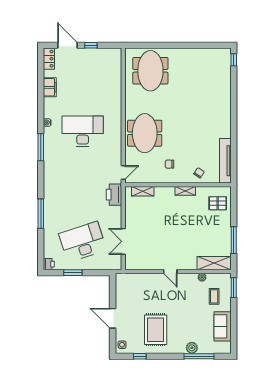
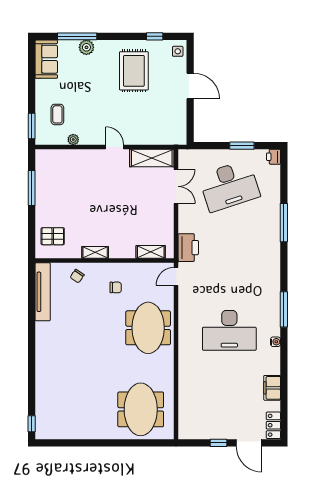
shelving: (214, 263) -> (152, 158), moved
sofa: (223, 326) -> (46, 59), moved

